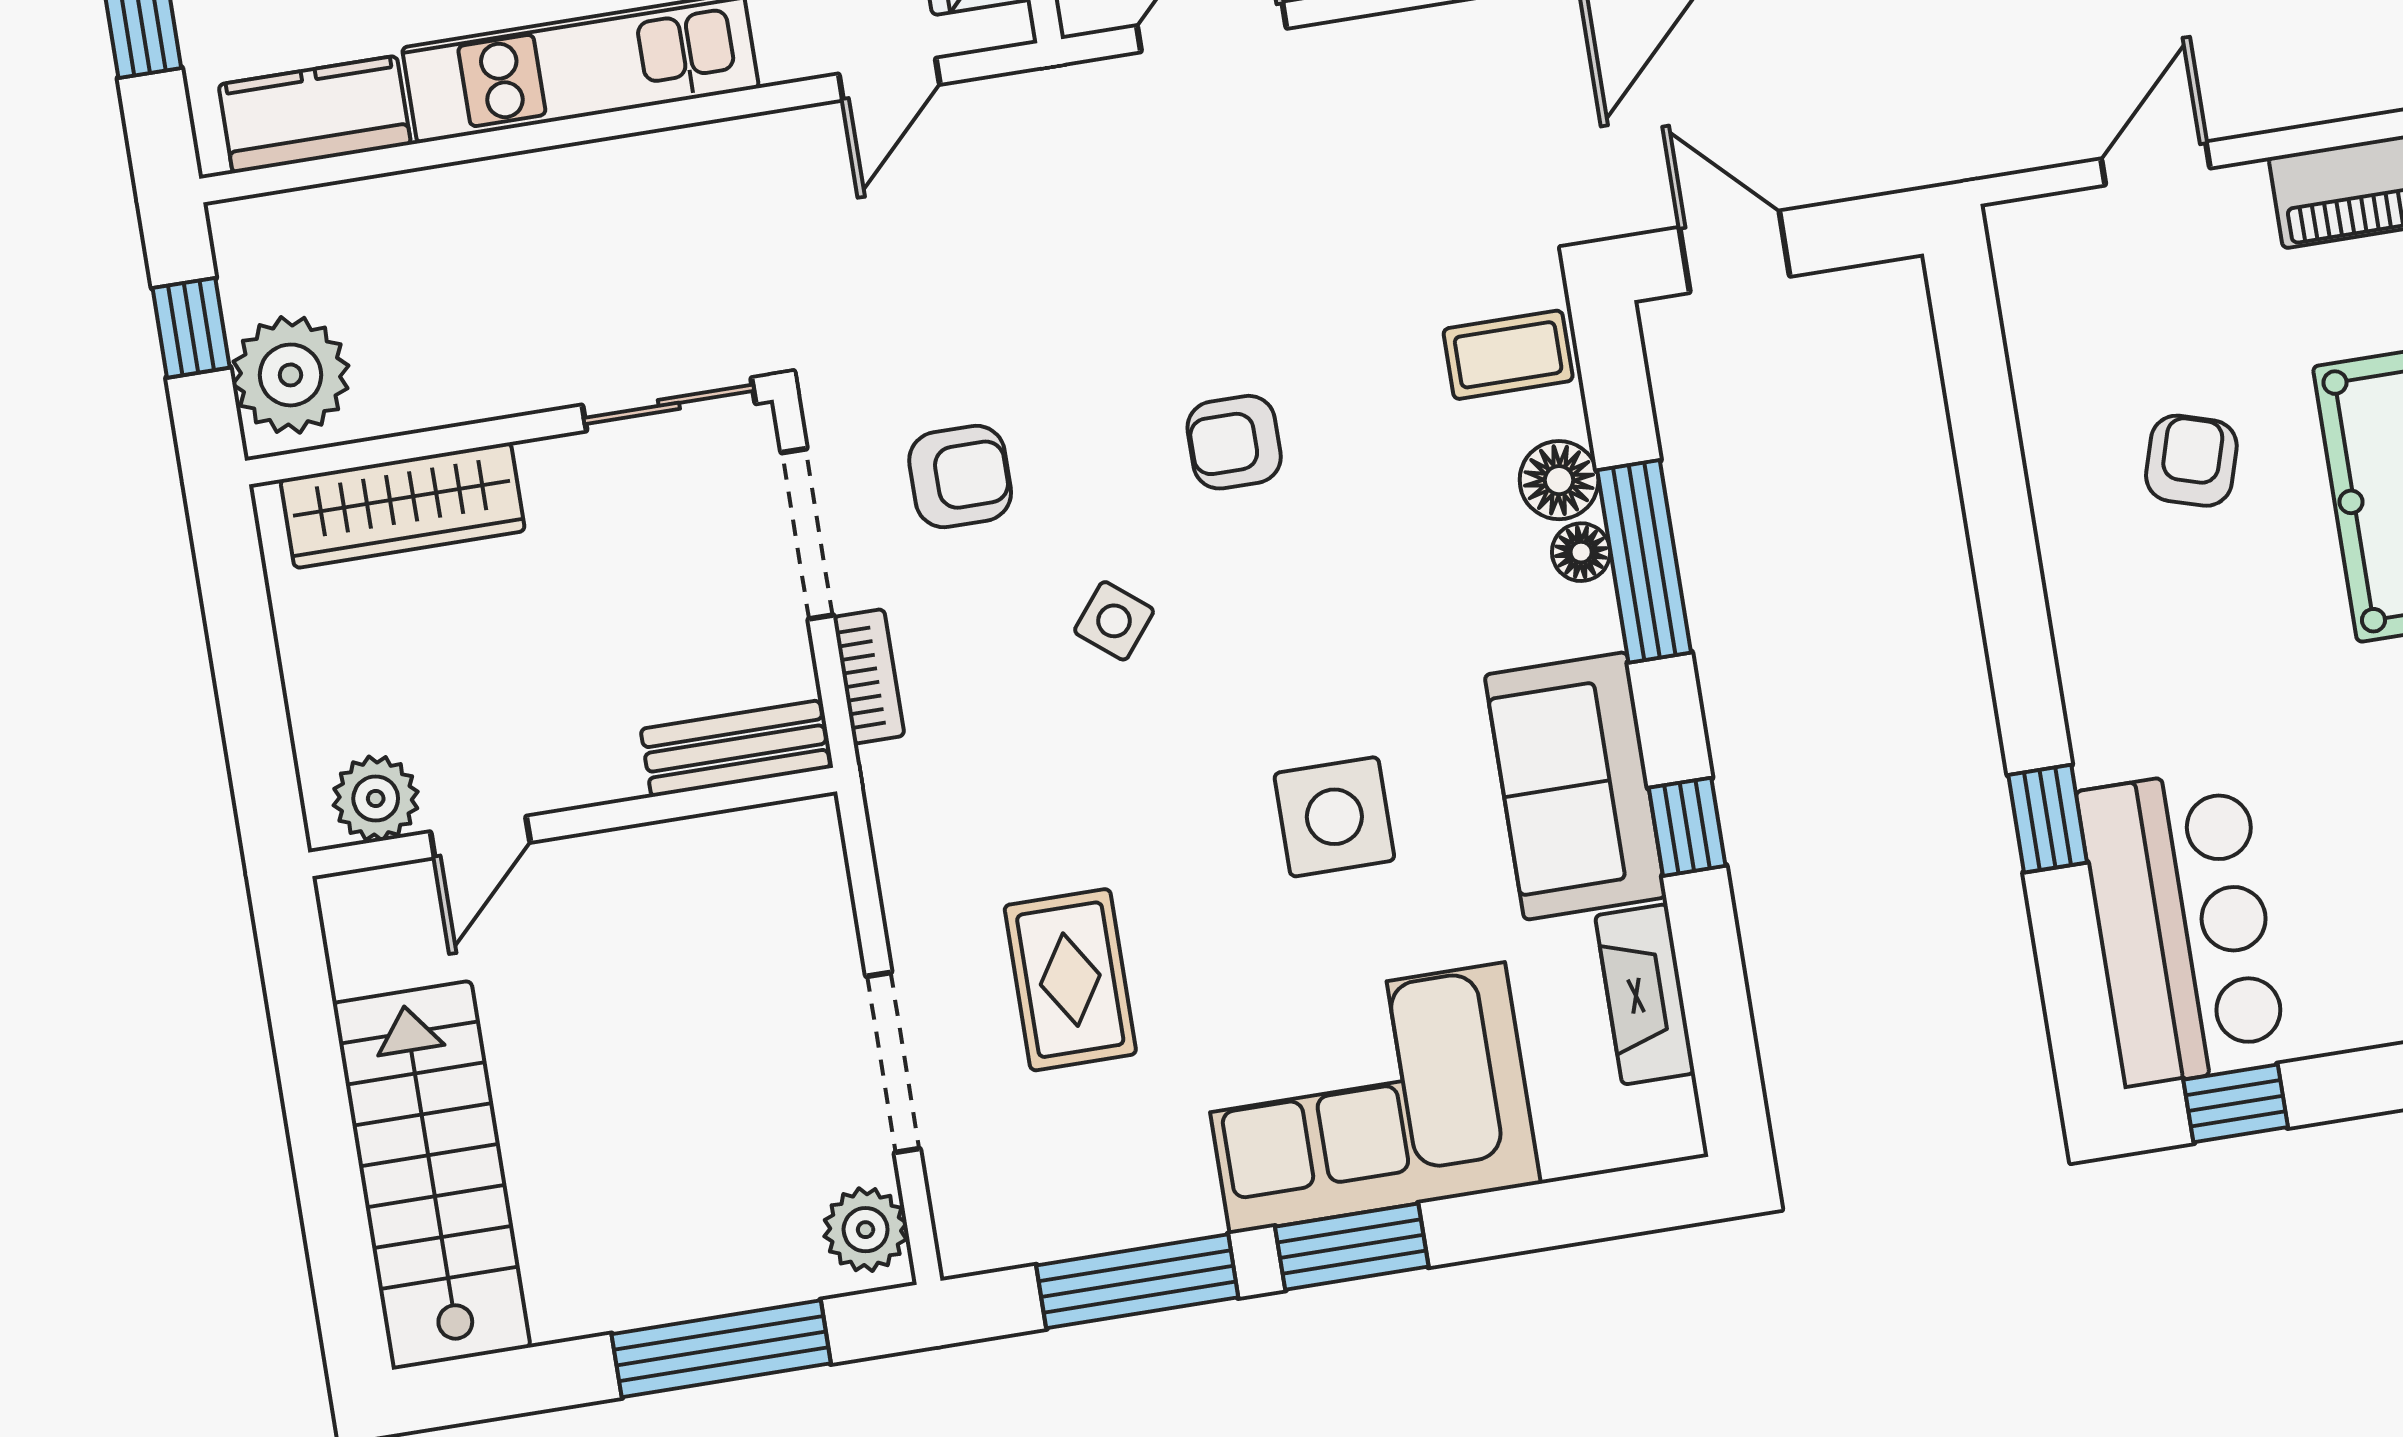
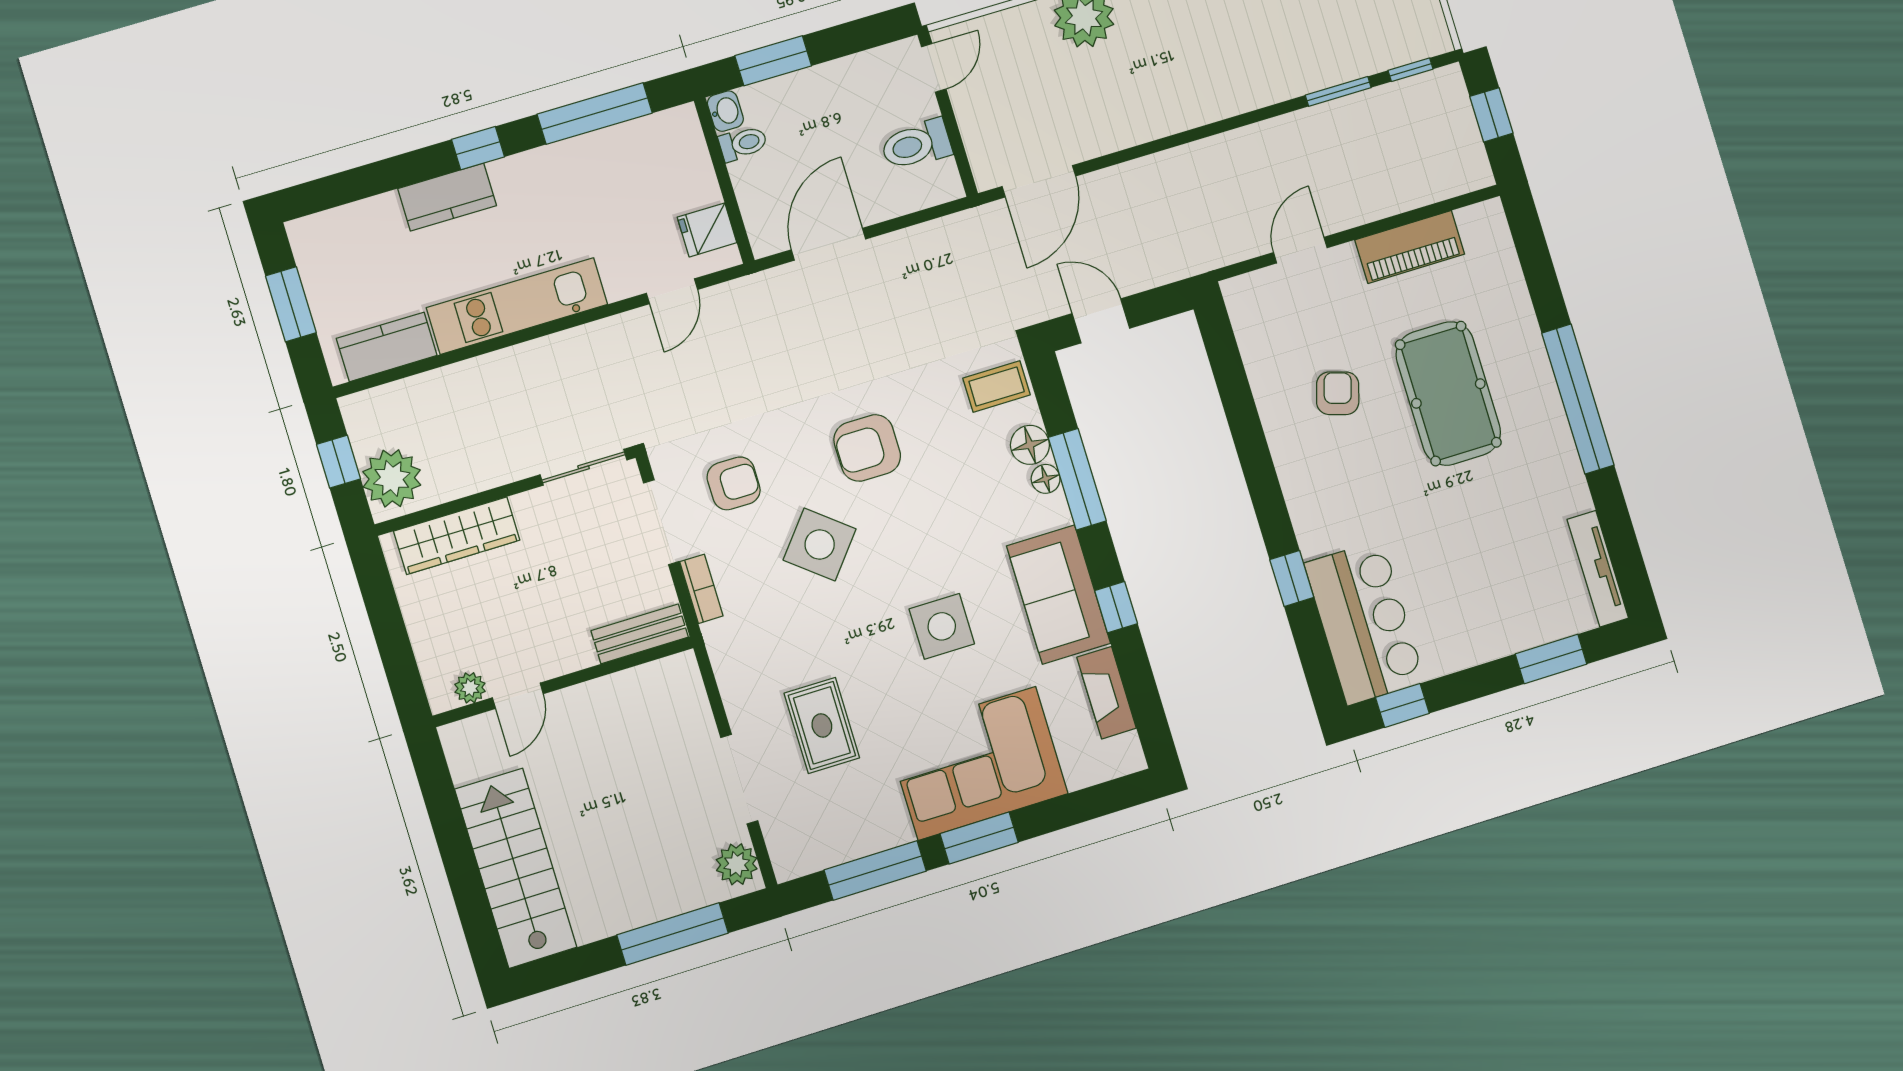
armchair: (1234, 442) -> (867, 448), width x1.38, depth x1.38
side table: (1114, 621) -> (820, 544), width x1.87, depth x1.87
plant: (376, 798) -> (470, 688), width x0.73, depth x0.73

